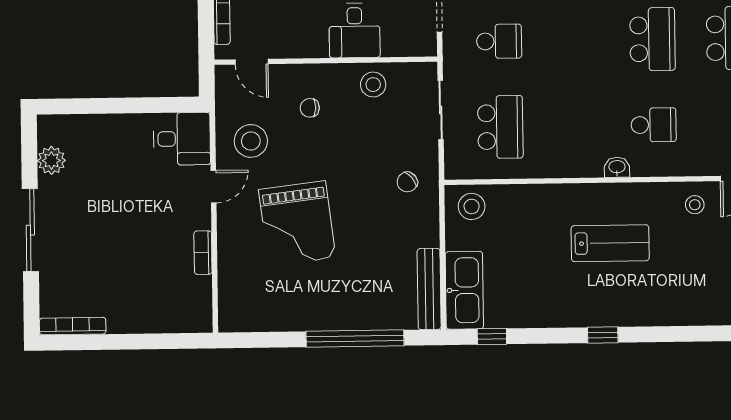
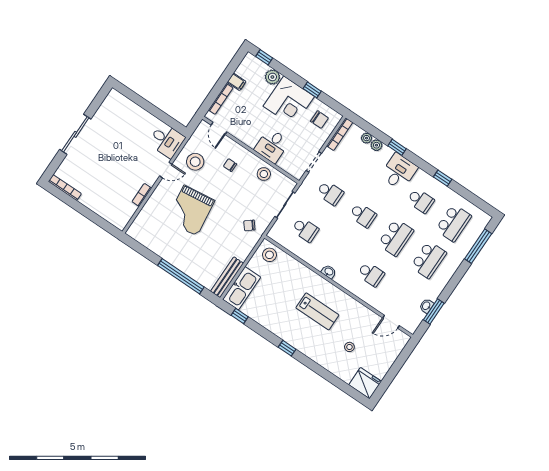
school desk: (576, 40) -> (363, 215), added
school desk: (500, 127) -> (305, 230), width x0.54
plant: (51, 160) -> (105, 111), removed
washbasin: (617, 167) -> (329, 272), moved
stool: (695, 205) -> (349, 347), moved

